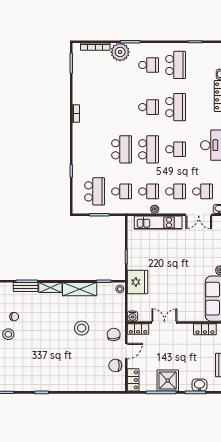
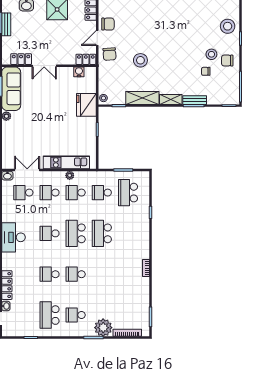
school desk: (176, 107) -> (50, 274), width x0.54
water cooler: (132, 316) -> (79, 72), moved
double door: (164, 322) -> (44, 66), moved

